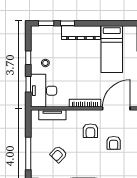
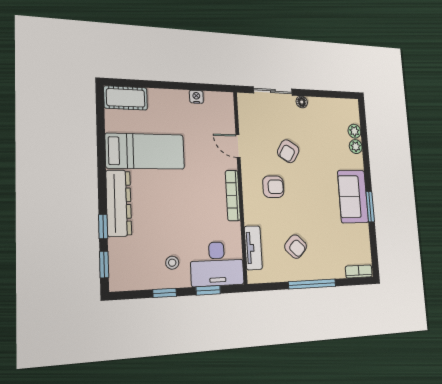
door: (116, 108) -> (238, 146), width x0.53
armchair: (114, 143) -> (288, 151), turned 122
armchair: (58, 154) -> (296, 247), moved

